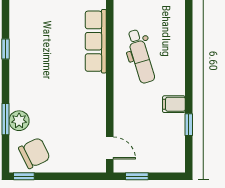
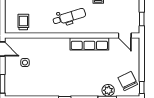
row of seats: (96, 41) -> (89, 44), moved
door: (110, 148) -> (125, 35), swing flipped

